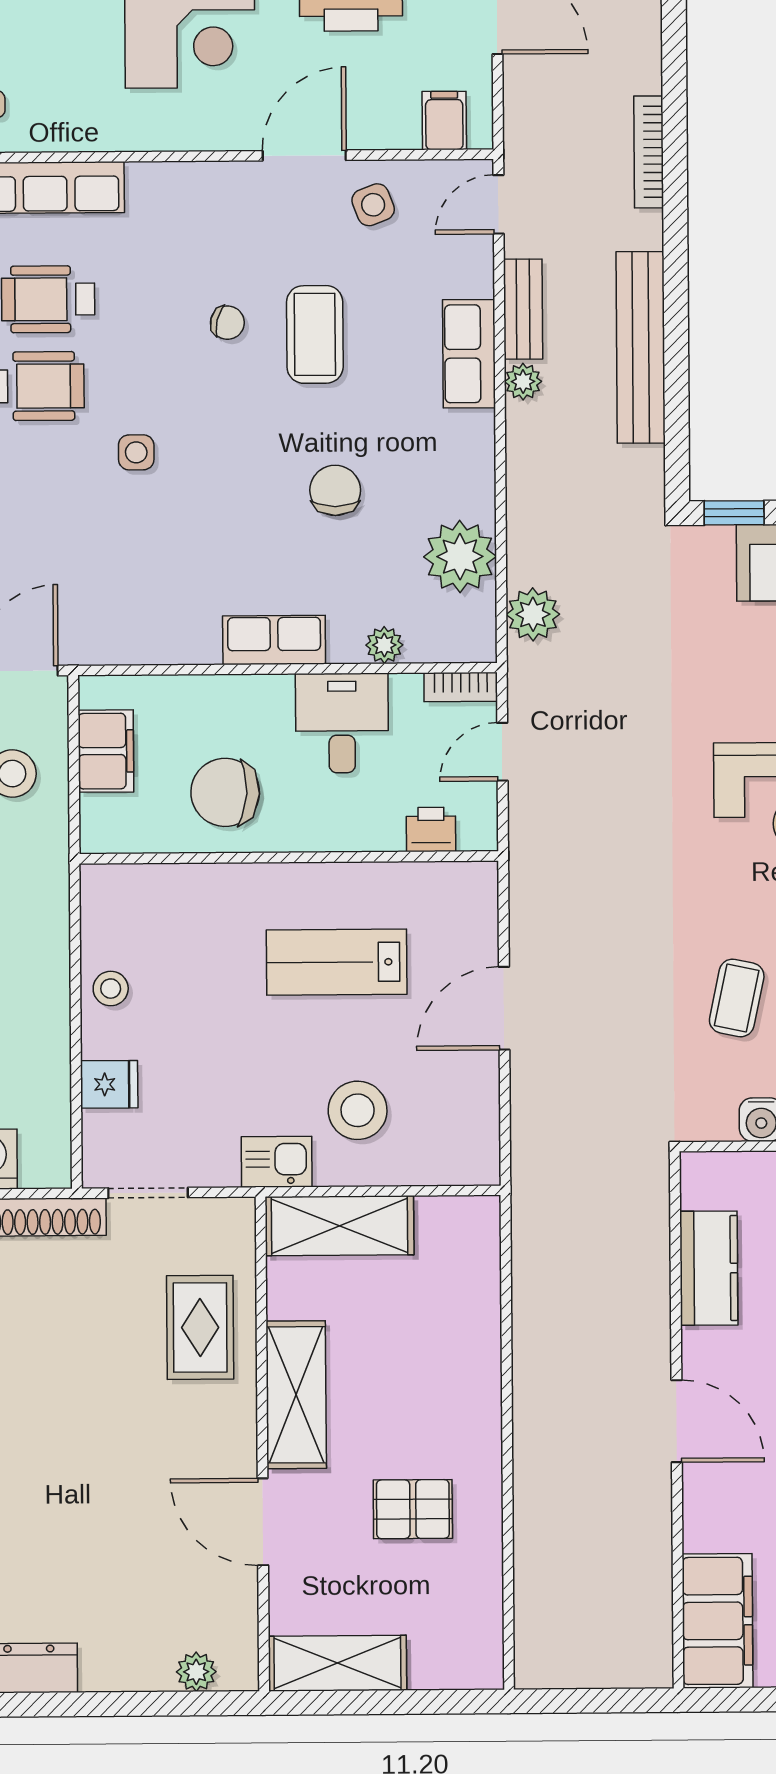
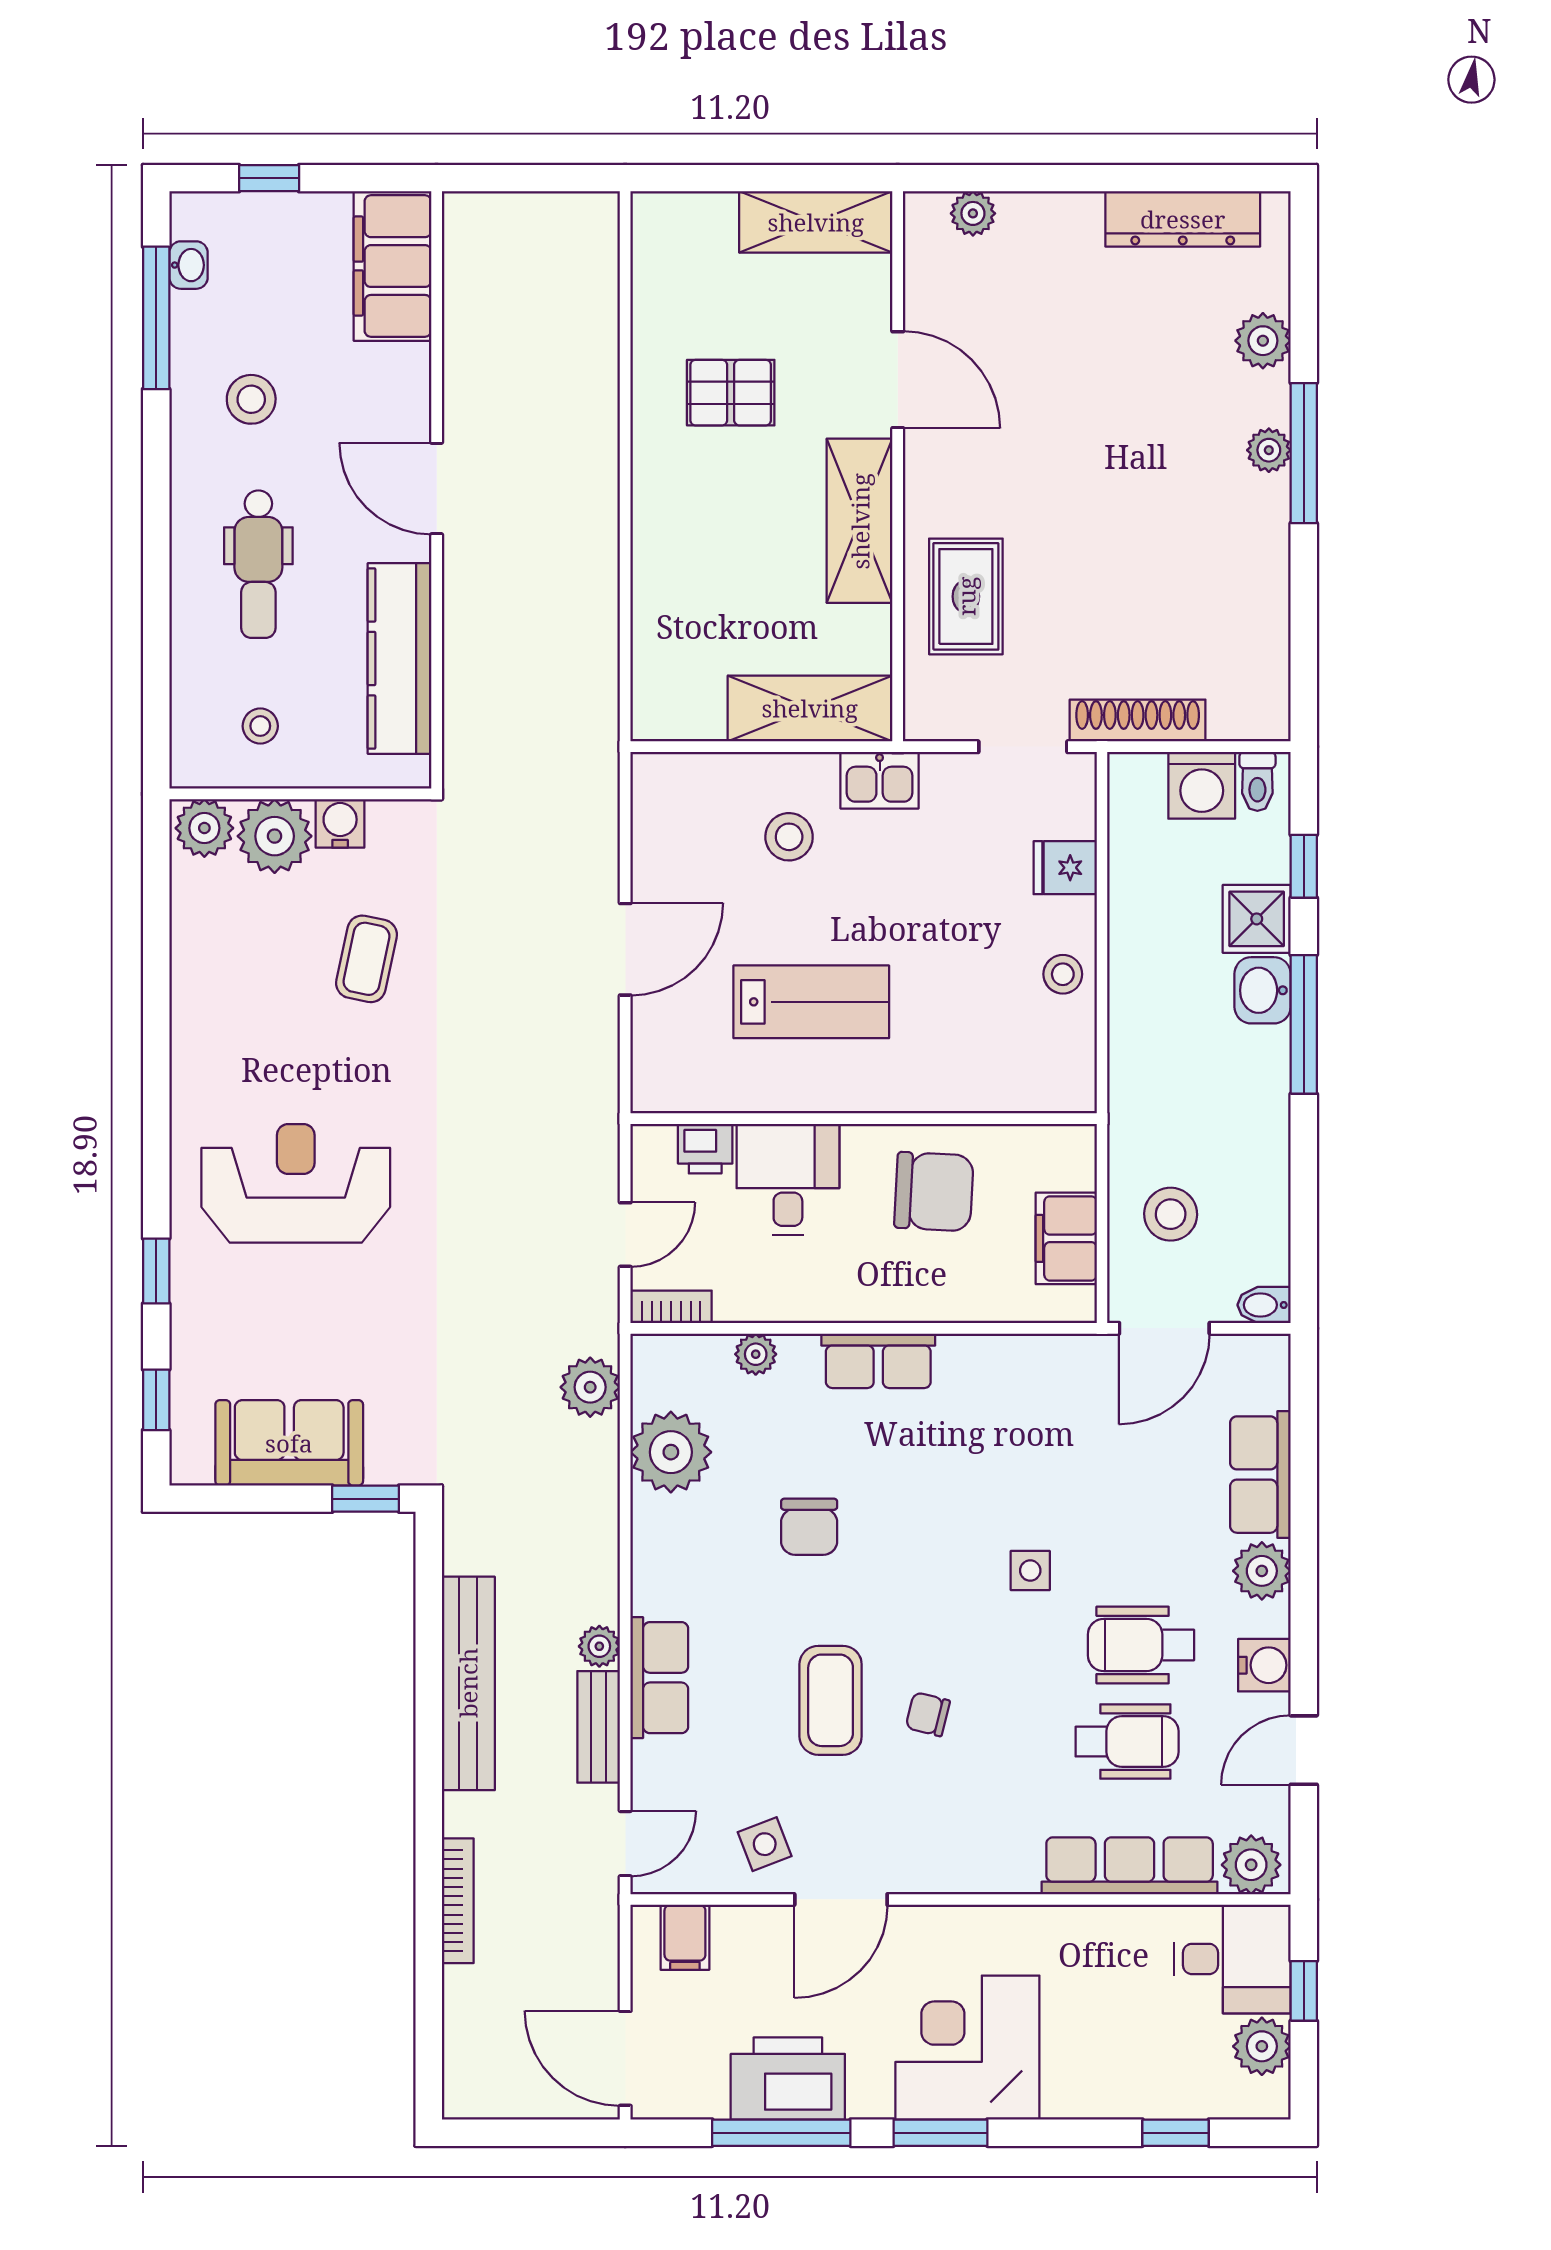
desk: (342, 723) -> (788, 1179), moved, turned 180
stool: (358, 1110) -> (789, 837), width x0.73, depth x0.73
kitchen counter: (709, 1268) -> (400, 659), width x1.50

